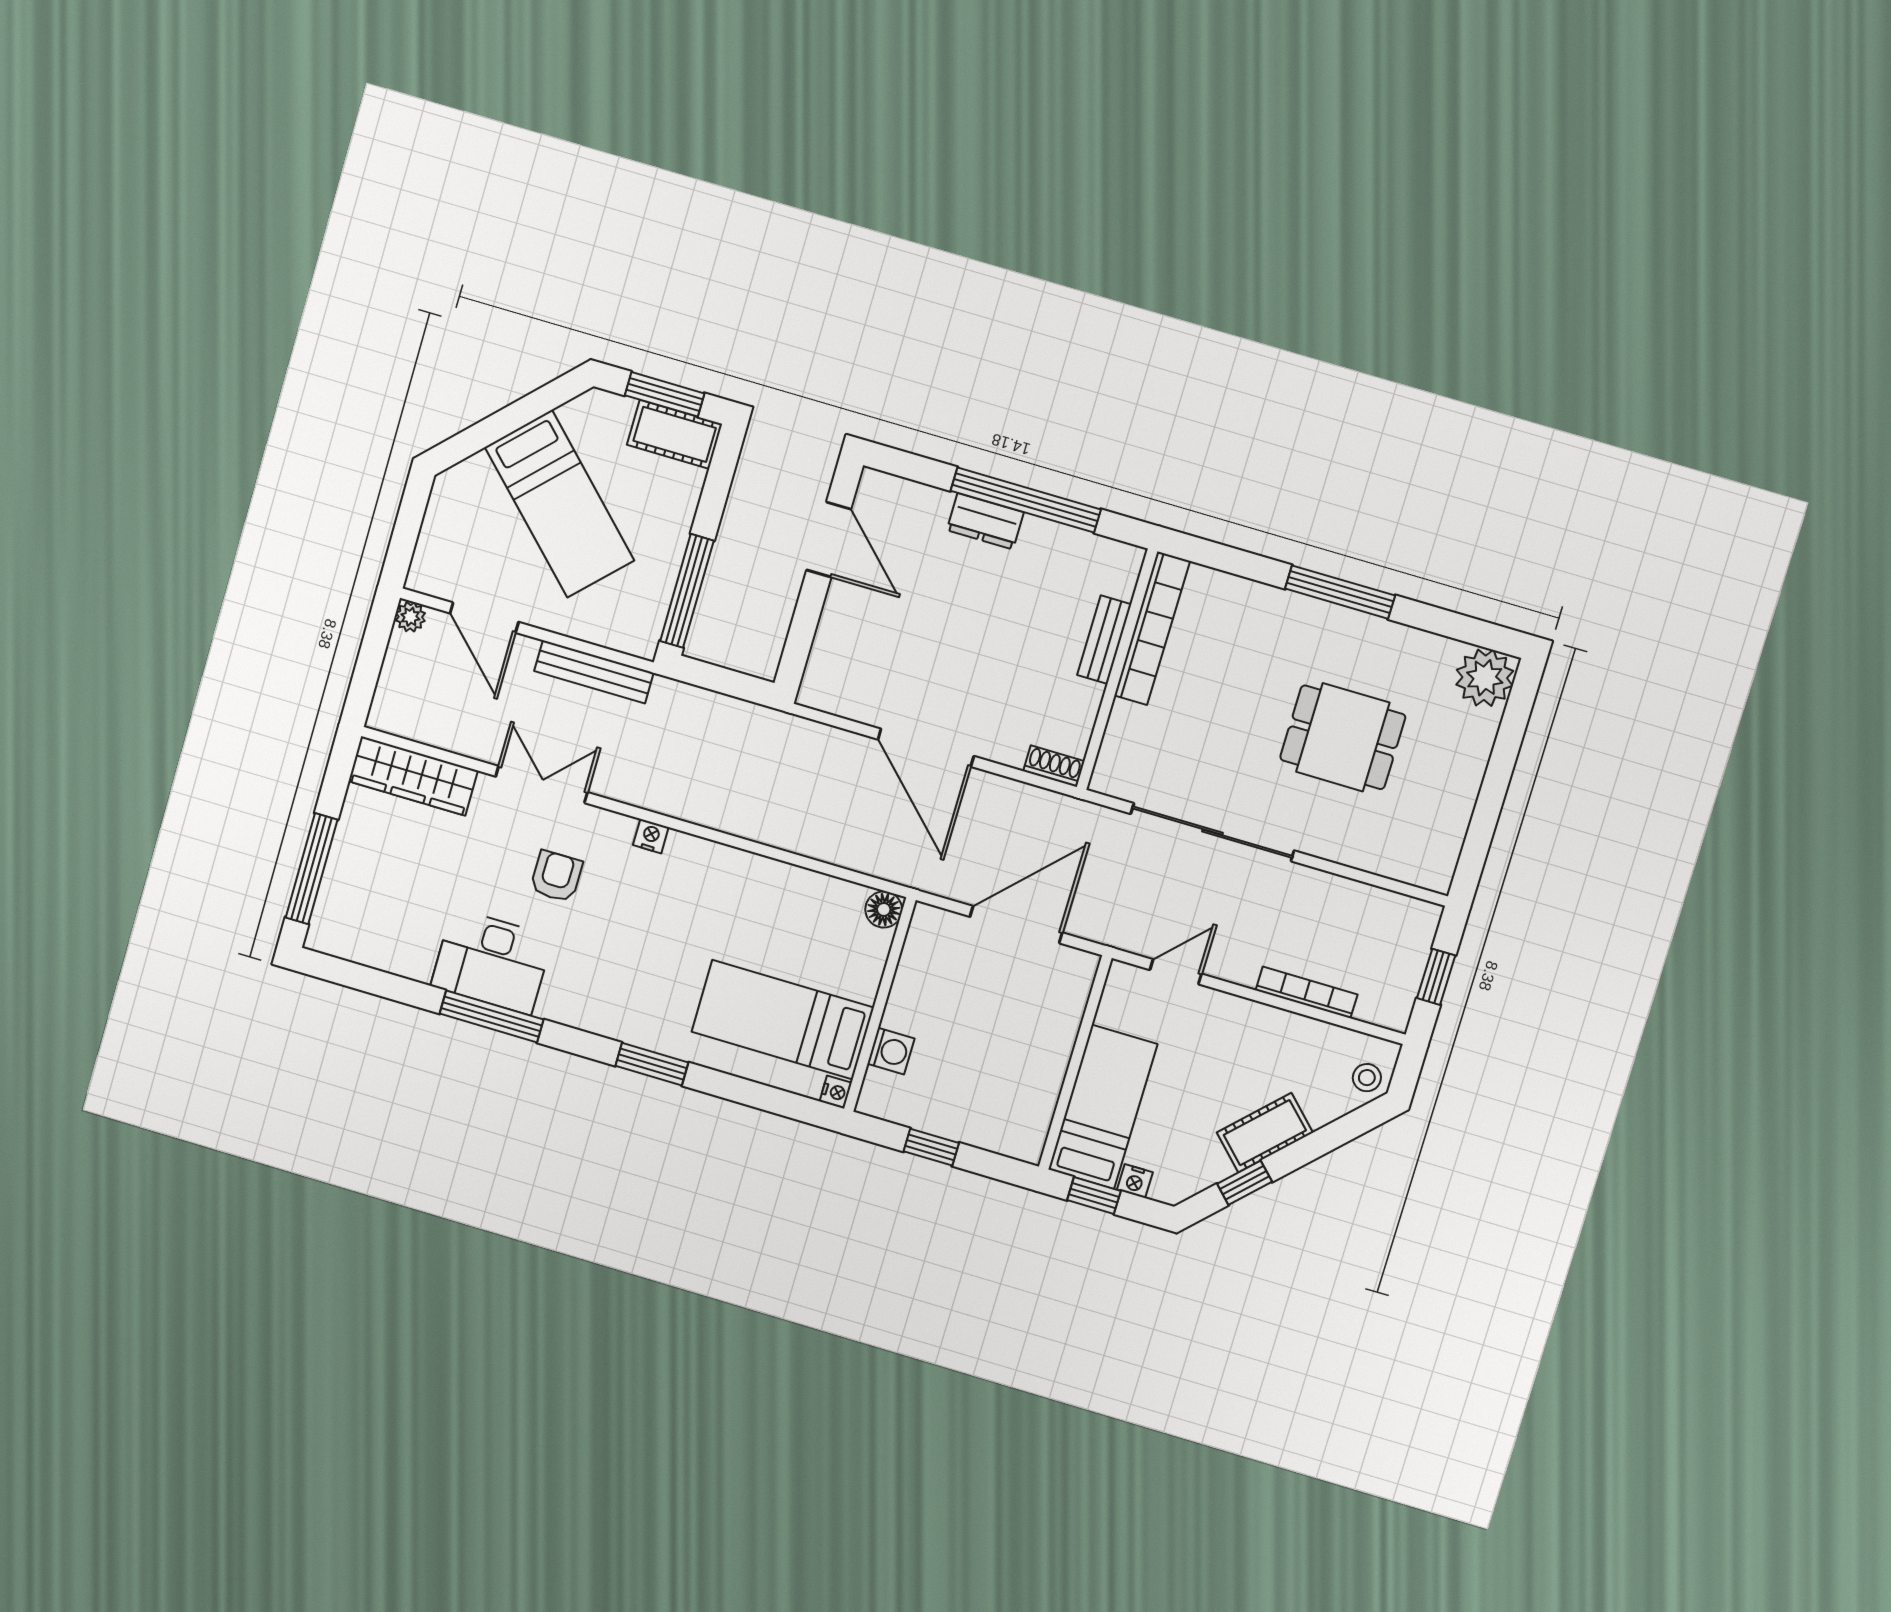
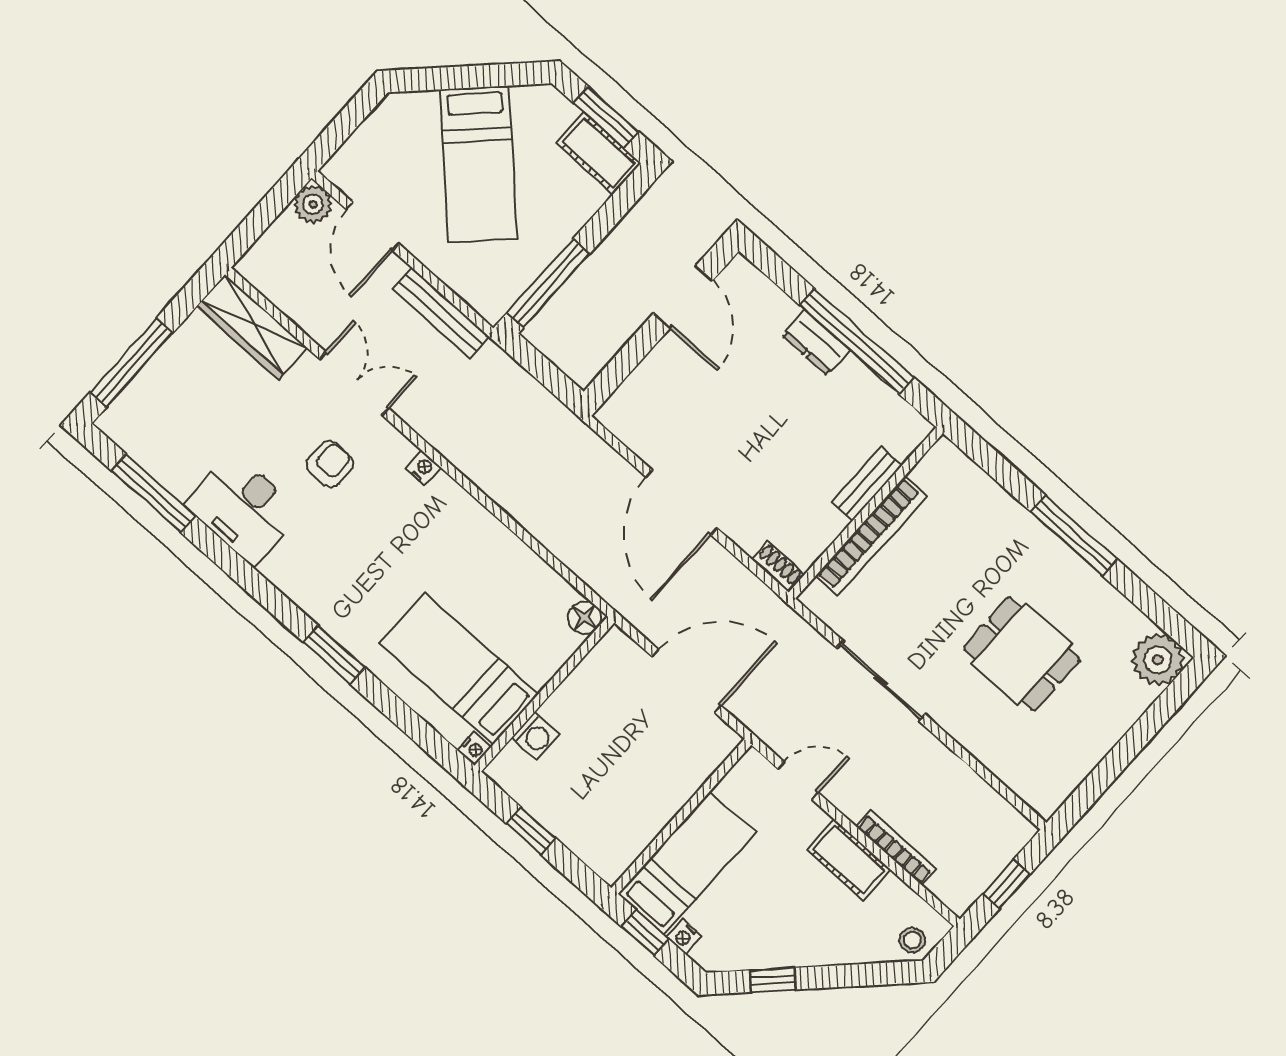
plant: (410, 617) -> (313, 204), width x1.38, depth x1.38
bookcase: (1152, 628) -> (871, 536), moved
sliding door: (1212, 832) -> (881, 681), width x0.73
window: (492, 1017) -> (153, 493), moved
cot: (1265, 1133) -> (849, 860), moved, turned 45

